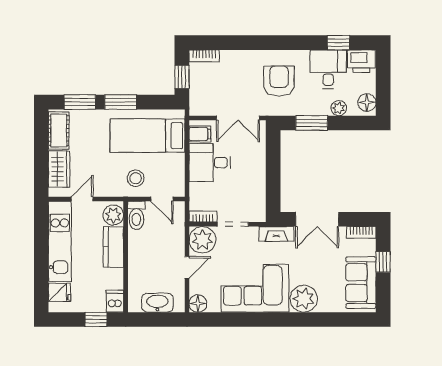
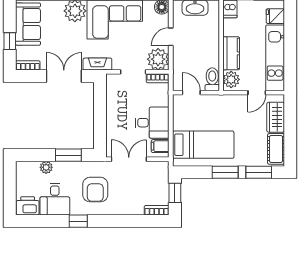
window: (338, 43) -> (78, 221), moved
floor lamp: (367, 102) -> (23, 172), removed
stool: (136, 178) -> (213, 110), removed

